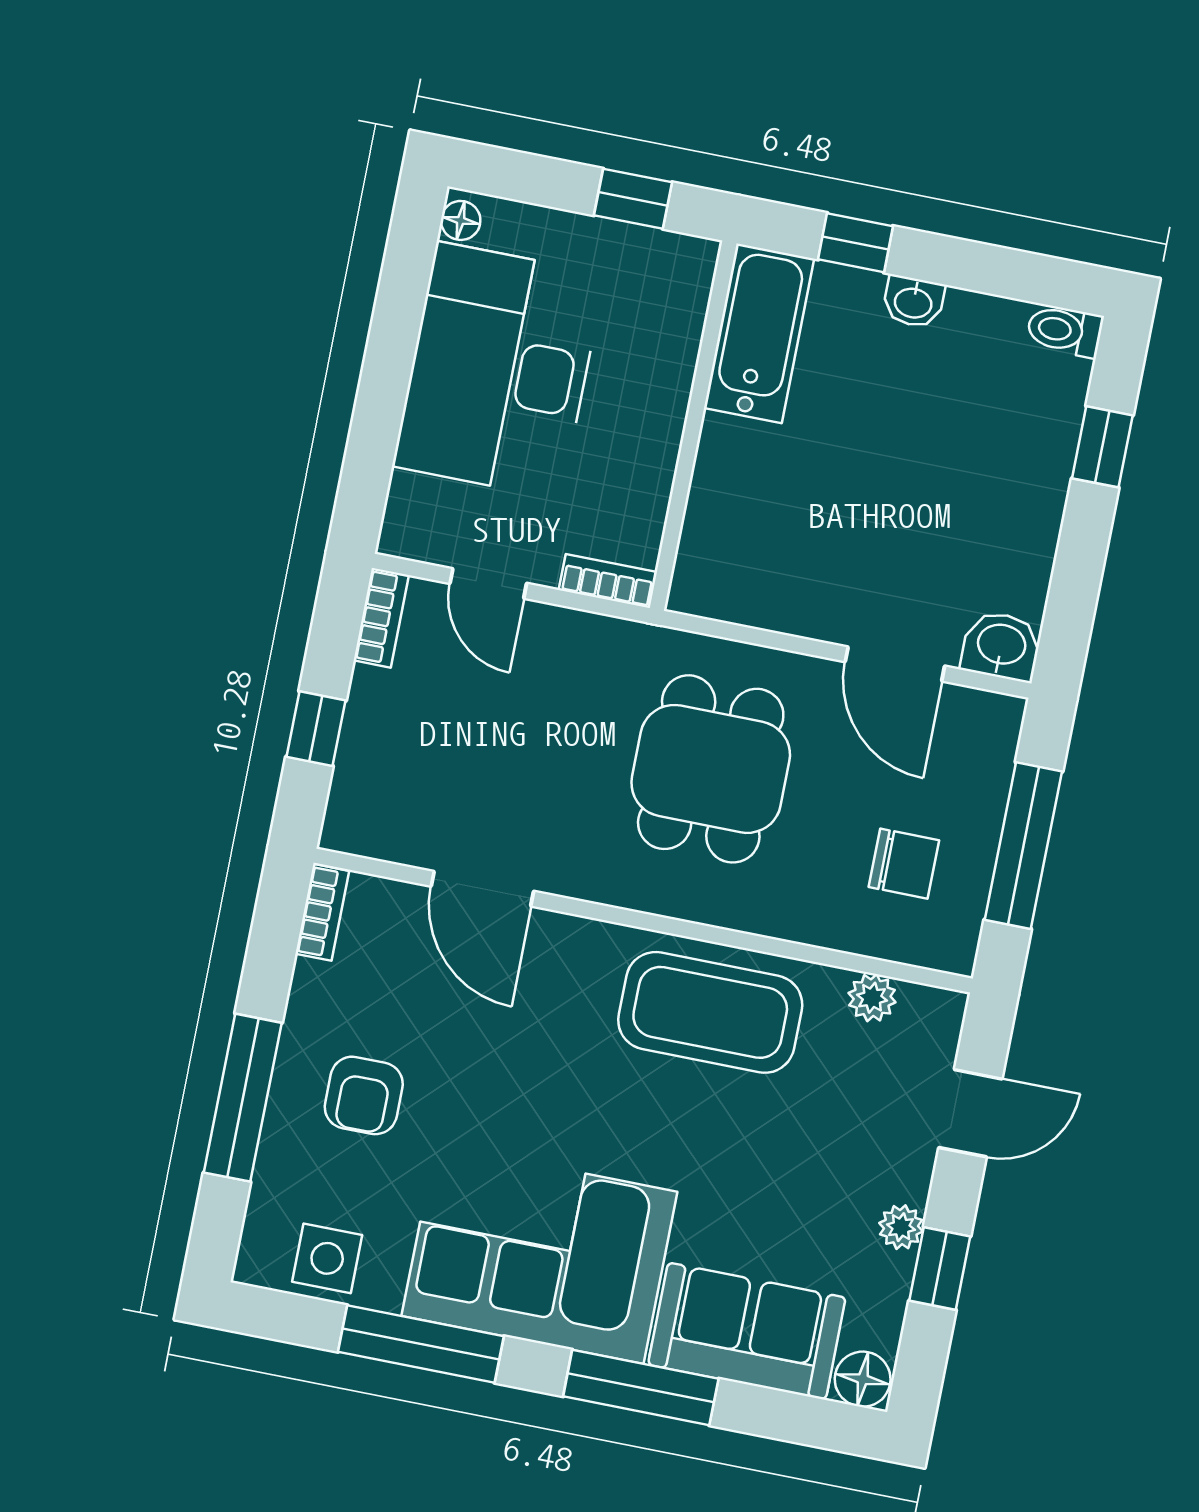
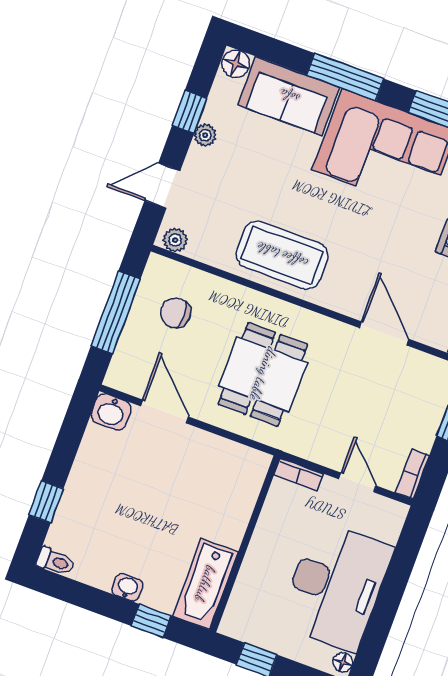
plant: (872, 998) -> (175, 240), moved

